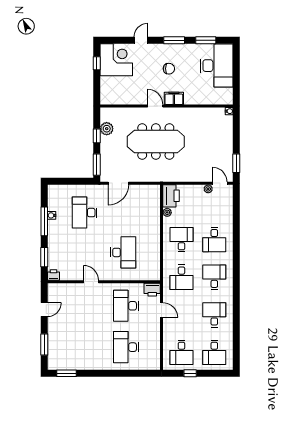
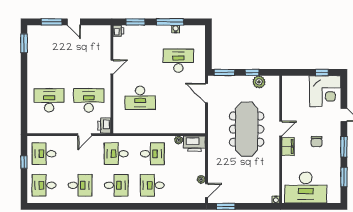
desk: (217, 66) -> (306, 188), moved
door: (44, 310) -> (74, 22), moved

